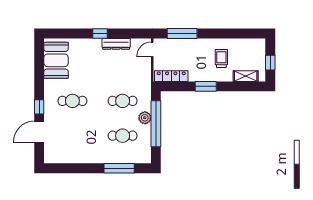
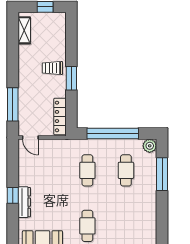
dresser: (116, 44) -> (24, 202), moved
trolley: (221, 58) -> (52, 68), moved
shelving: (246, 76) -> (24, 30), moved
plant: (145, 118) -> (150, 146), moved

